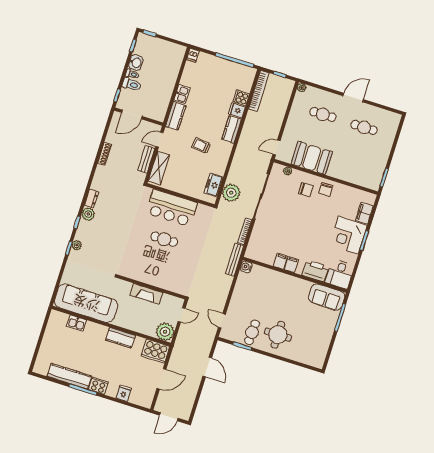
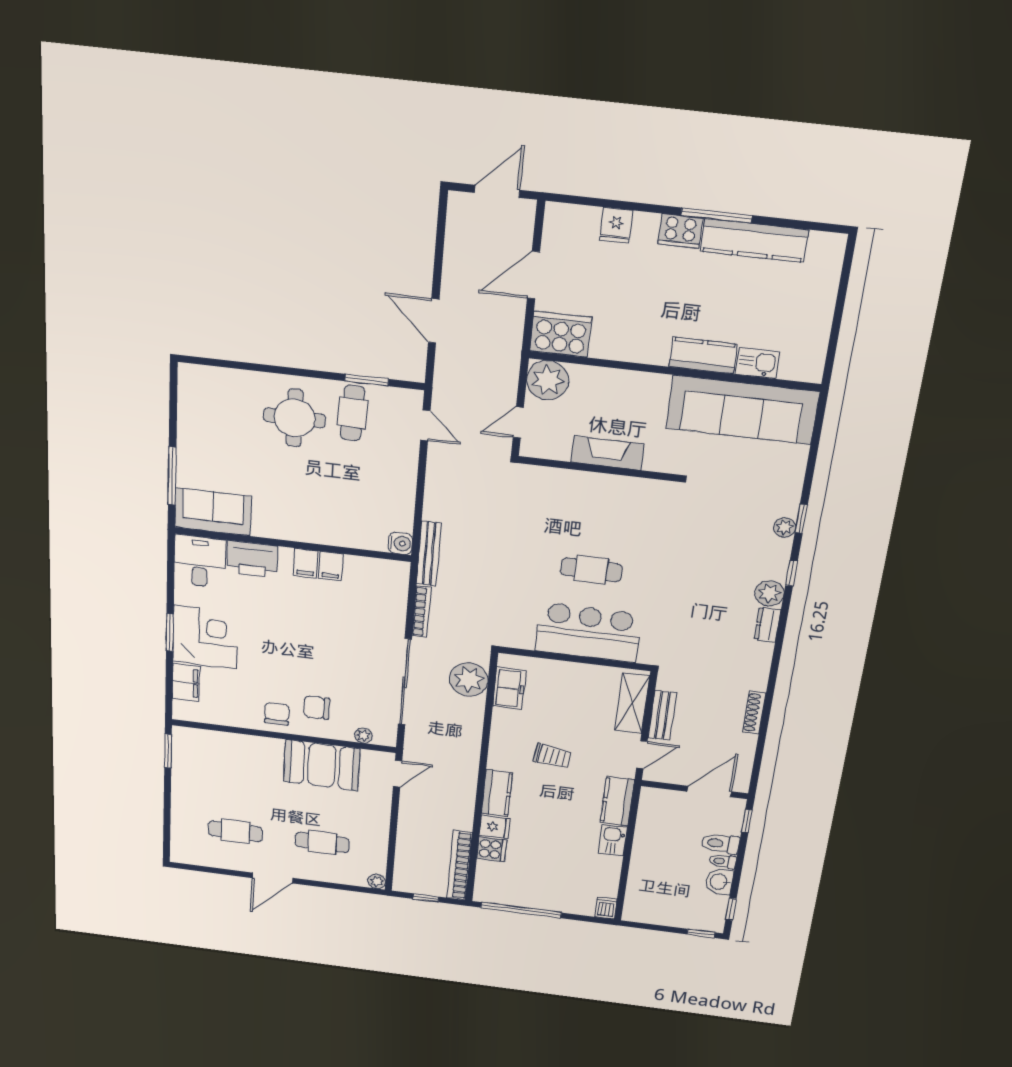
kitchen counter: (120, 338) -> (703, 355), moved

